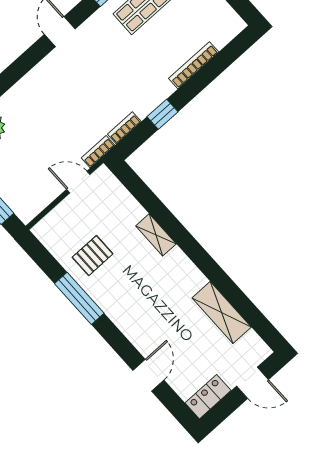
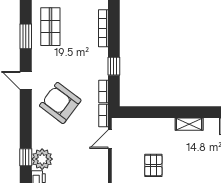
armchair: (69, 92) -> (60, 103), added
shelving: (156, 235) -> (189, 124), moved

